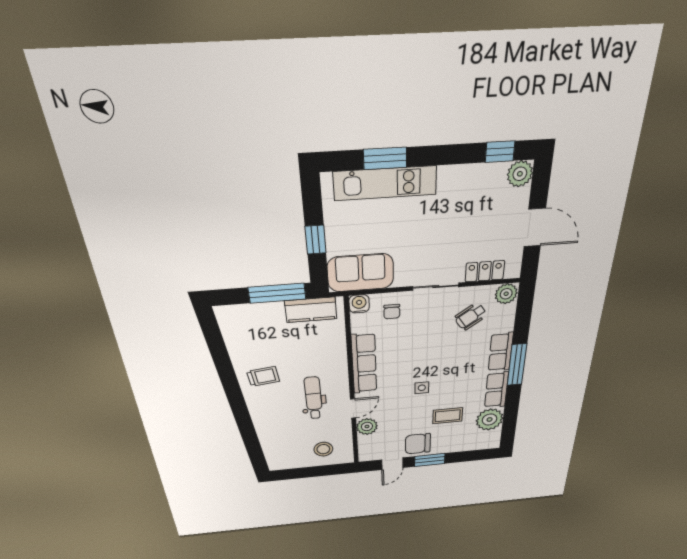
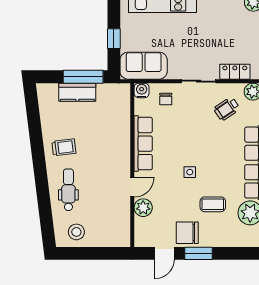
kitchen counter: (311, 310) -> (77, 92), moved
dental chair: (314, 398) -> (68, 190), moved
stool: (323, 449) -> (76, 232), moved

